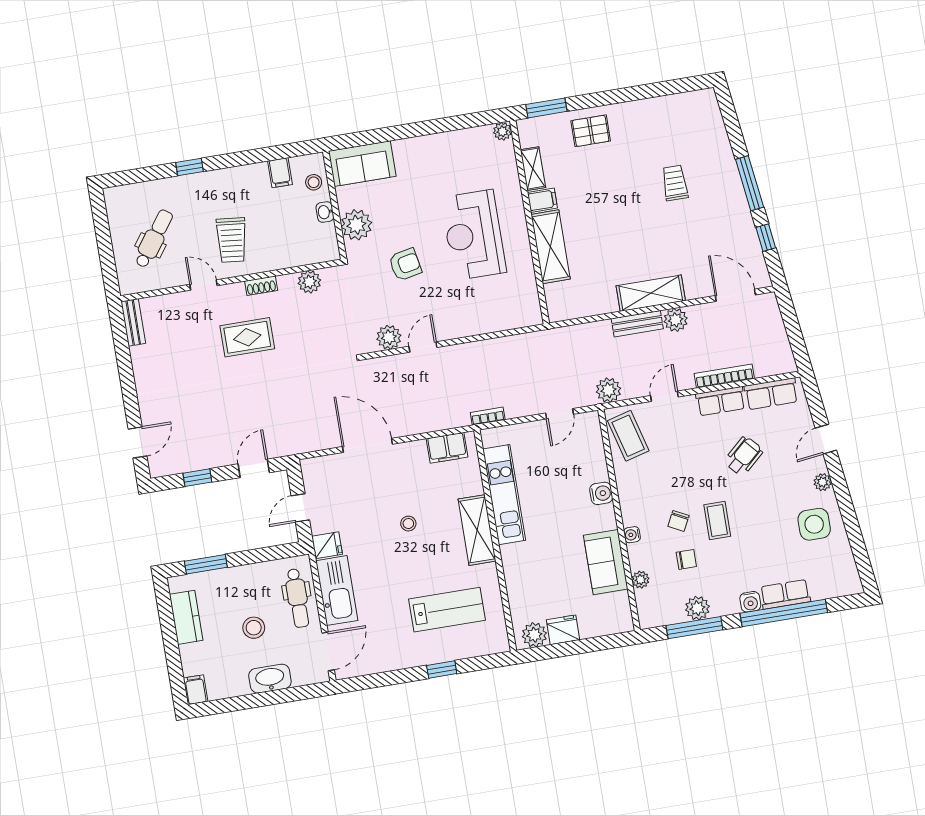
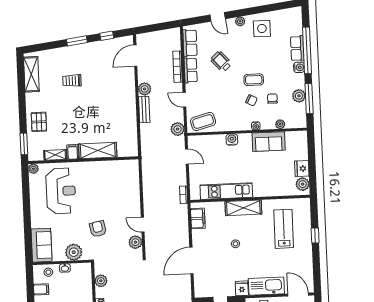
window: (750, 183) -> (77, 41), width x0.69
reception desk: (474, 235) -> (61, 191), moved, turned -90
shelving: (651, 293) -> (31, 74), moved

